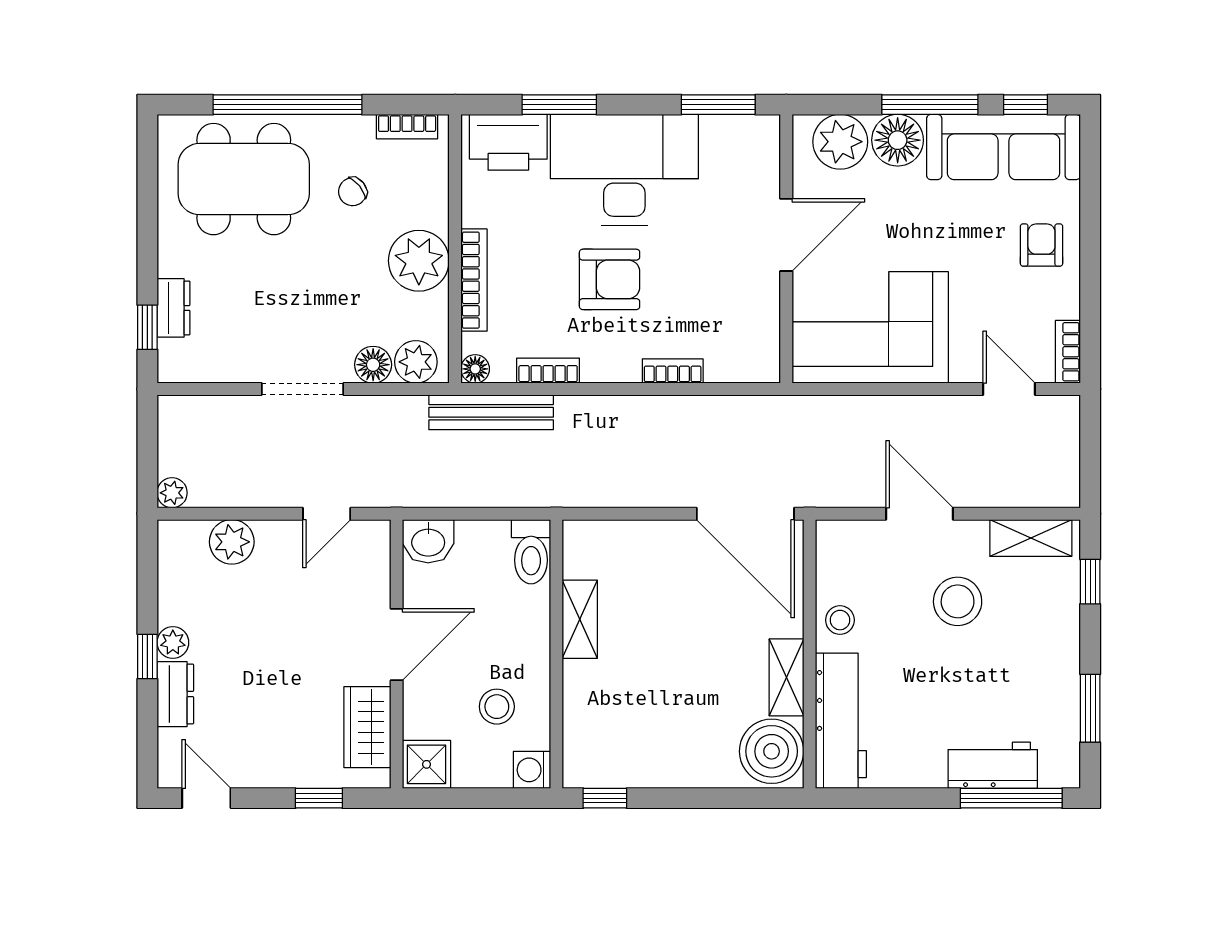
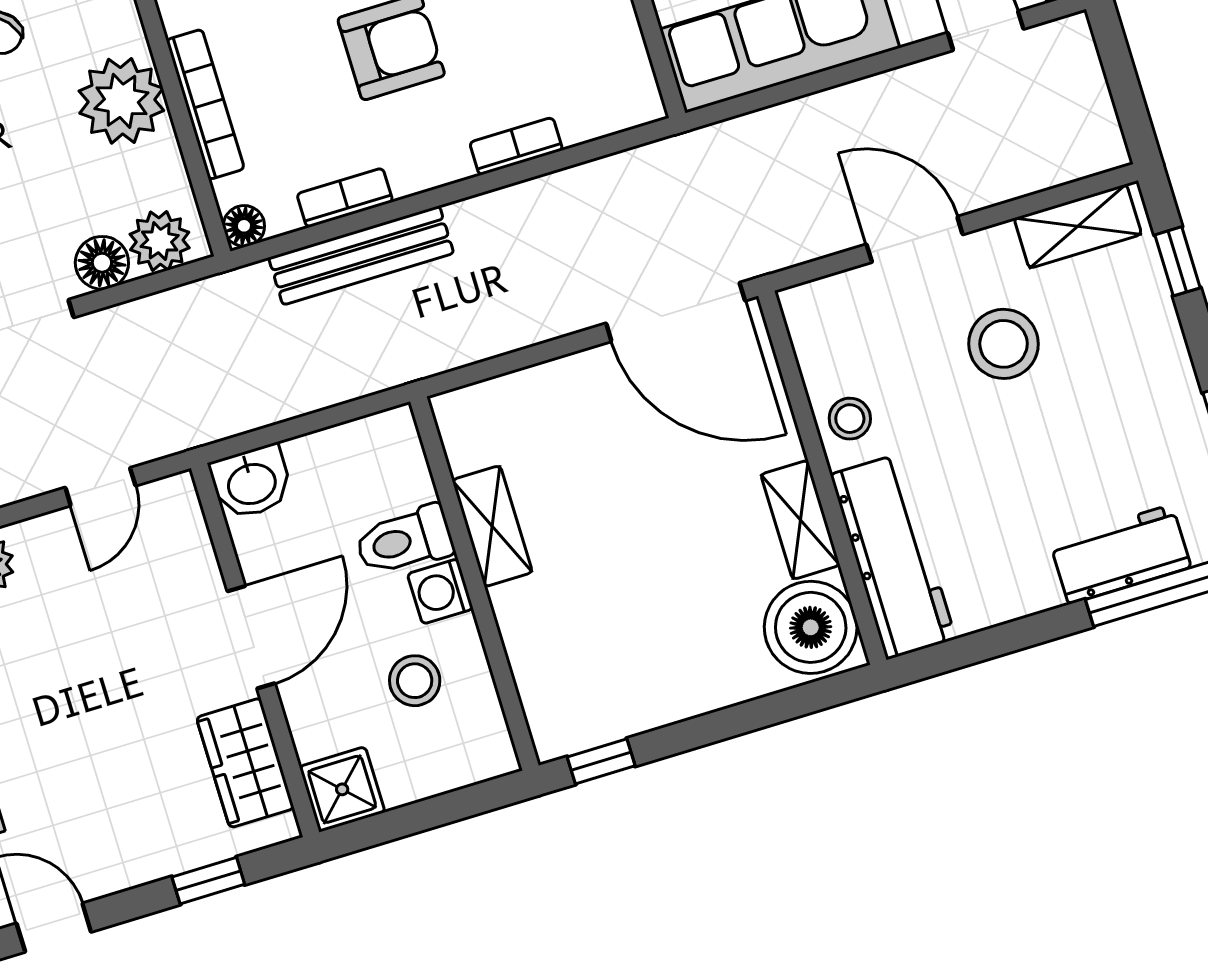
bench: (491, 412) -> (361, 255), moved
toilet: (531, 552) -> (404, 541), moved, turned 90
washing machine: (532, 770) -> (440, 591), moved

